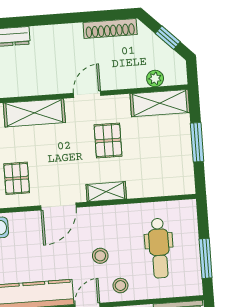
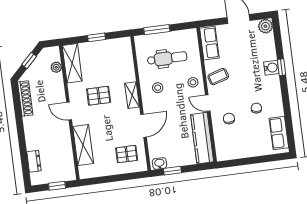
window: (197, 142) -> (96, 37), width x0.67
door: (58, 207) -> (144, 126), hinge flipped
stool: (100, 256) -> (158, 88), moved
window: (206, 258) -> (157, 30), moved

